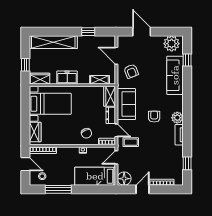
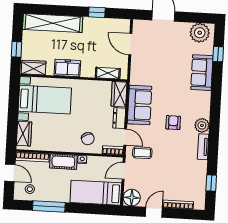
armchair: (131, 71) -> (148, 64), removed
sofa: (175, 75) -> (202, 73), width x0.73
cot: (68, 153) -> (63, 162), added

